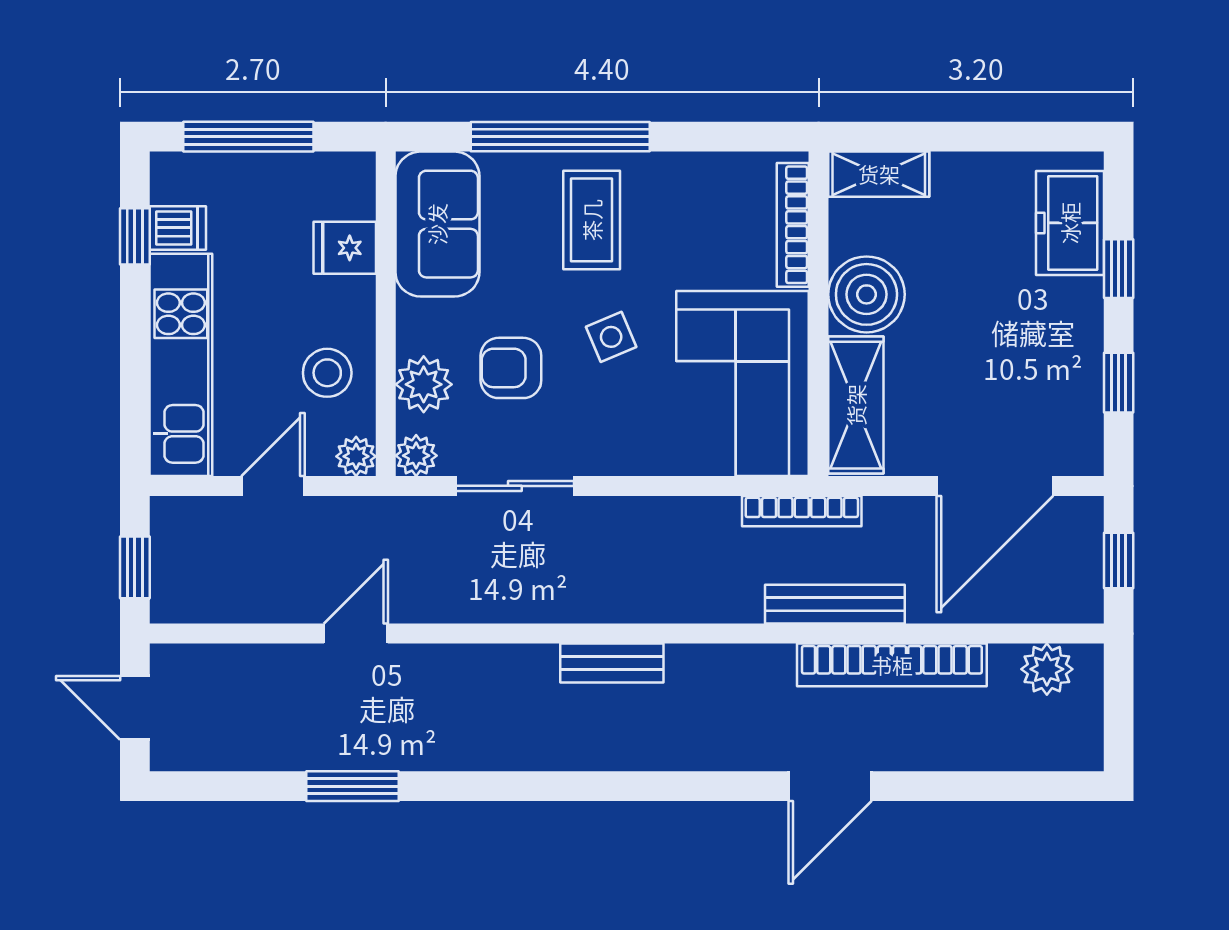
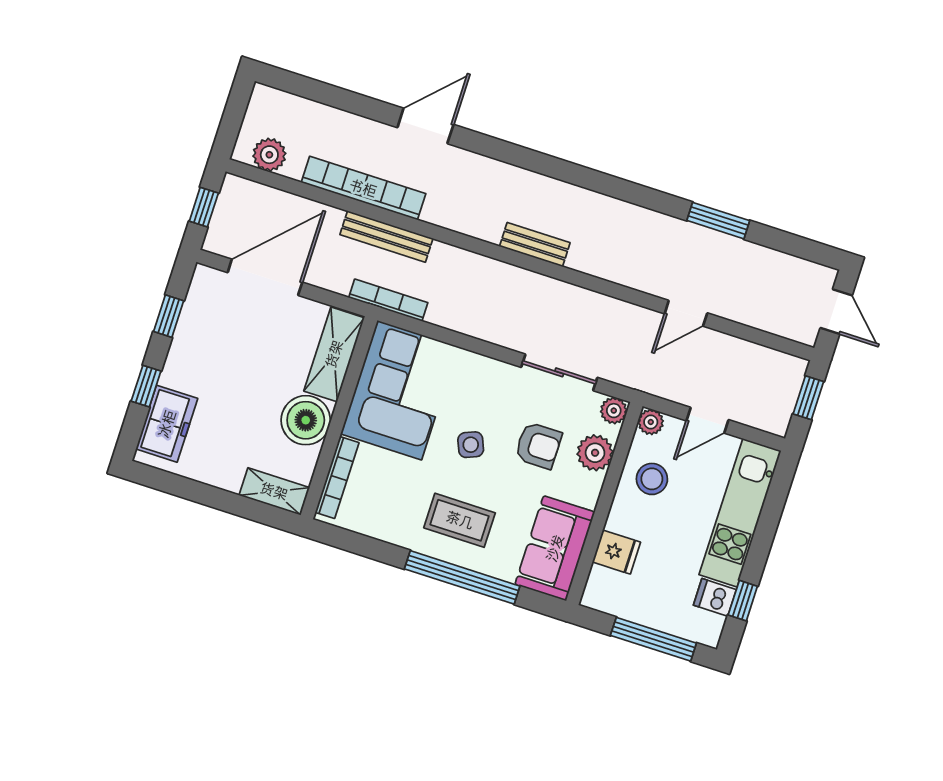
coffee table: (592, 220) -> (460, 520), turned 90

